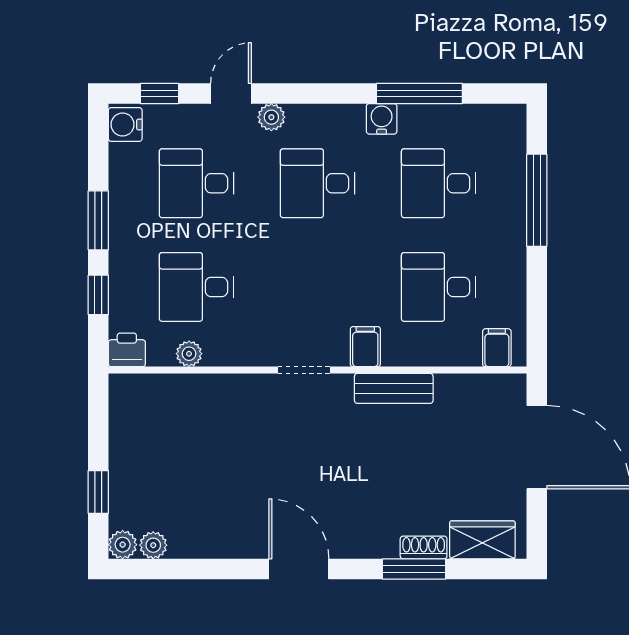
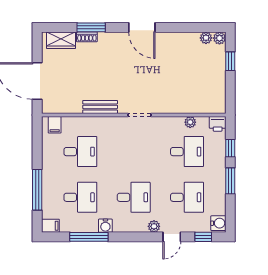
filing cabinet: (365, 347) -> (50, 226), moved, turned -90

